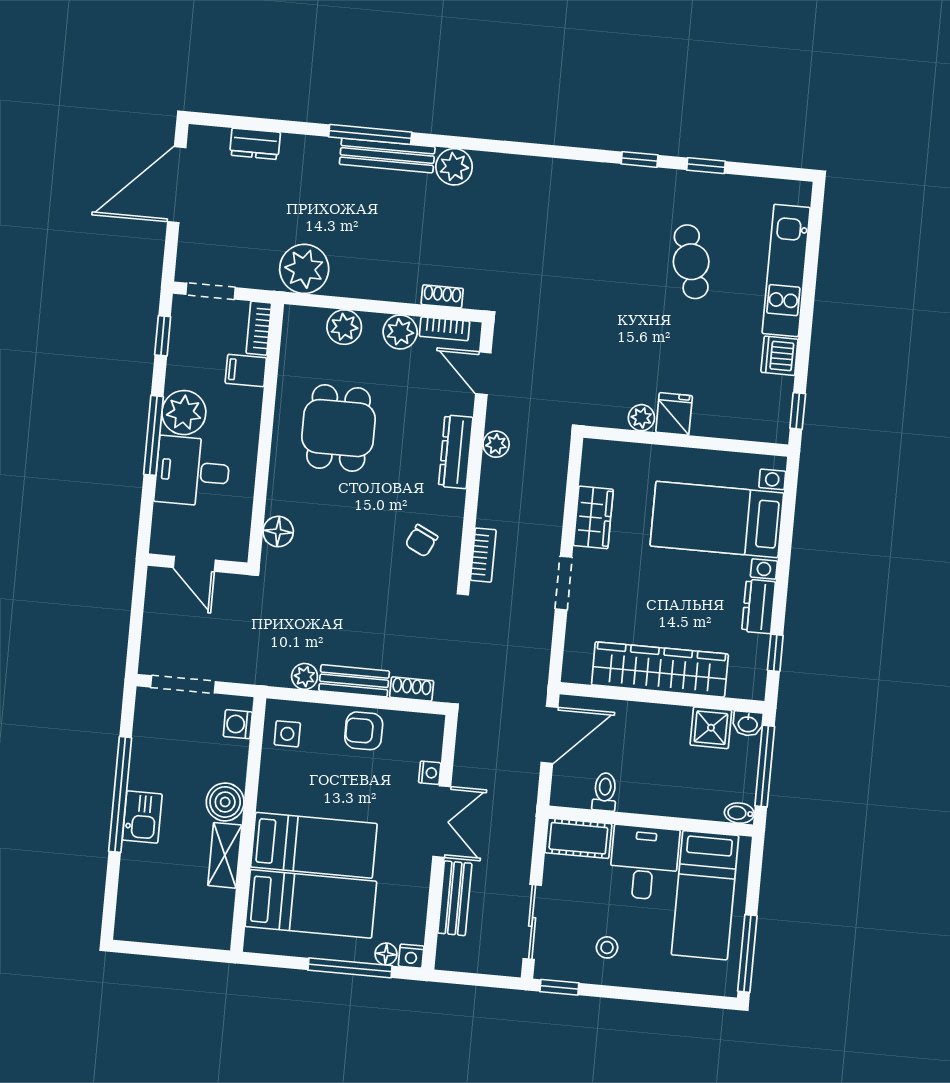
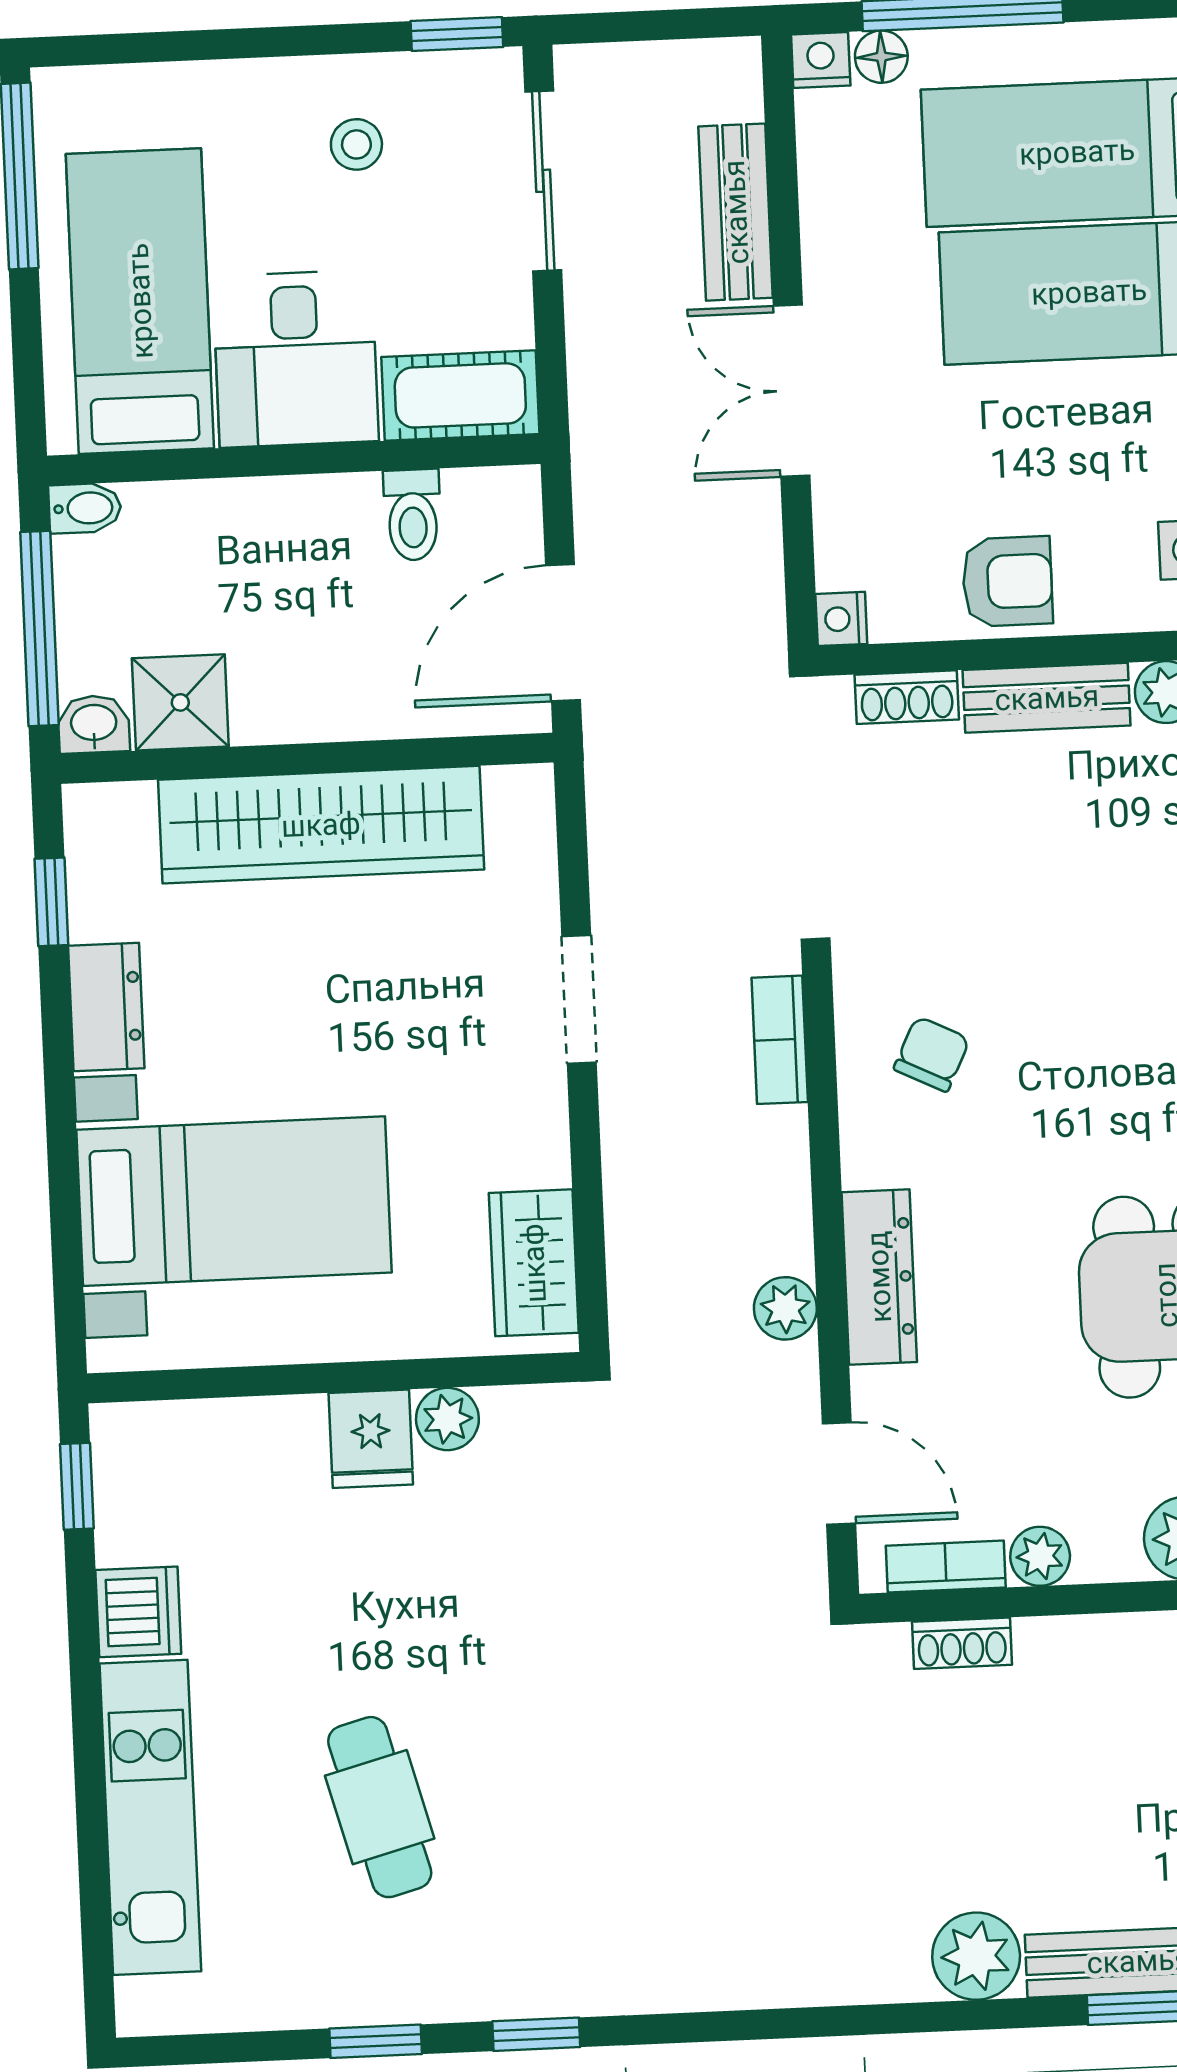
plant: (400, 332) -> (1040, 1556), width x0.73, depth x0.73
wardrobe: (593, 517) -> (534, 1263), moved
nightstand: (430, 773) -> (841, 619), moved

